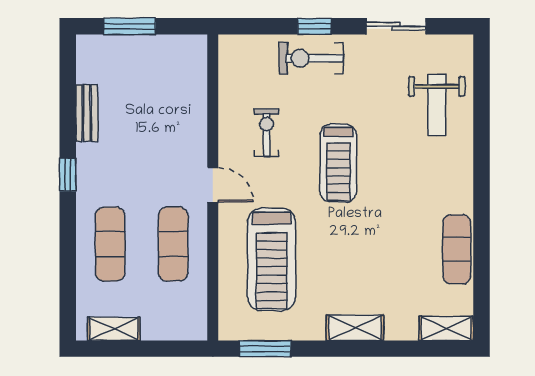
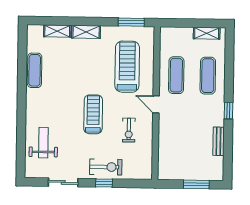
shelving: (446, 328) -> (57, 31), moved

